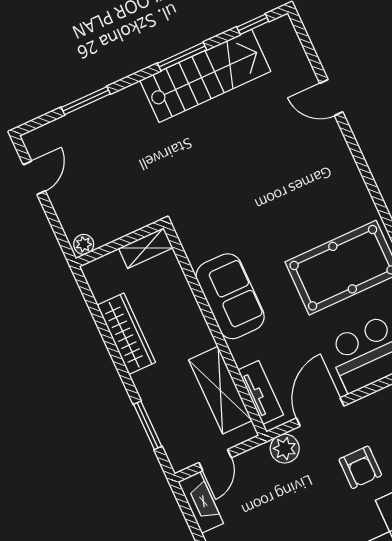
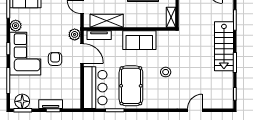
stairs: (205, 76) -> (224, 46), moved
stool: (275, 203) -> (166, 72), added
armchair: (360, 467) -> (55, 59), turned 90

